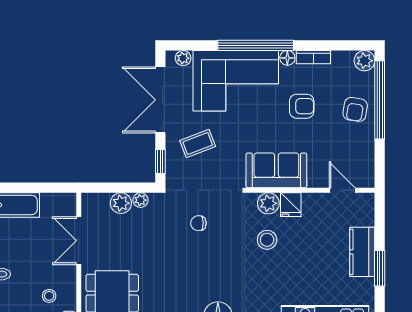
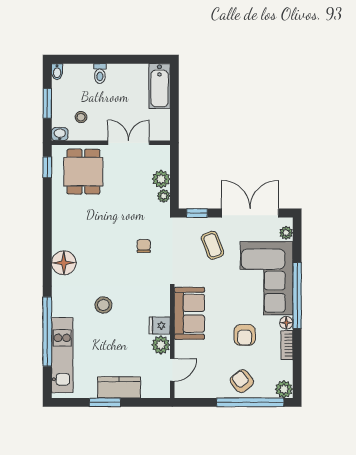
armchair: (355, 109) -> (242, 381), turned 42
plant: (268, 203) -> (161, 345), moved
stool: (267, 240) -> (103, 305), moved

